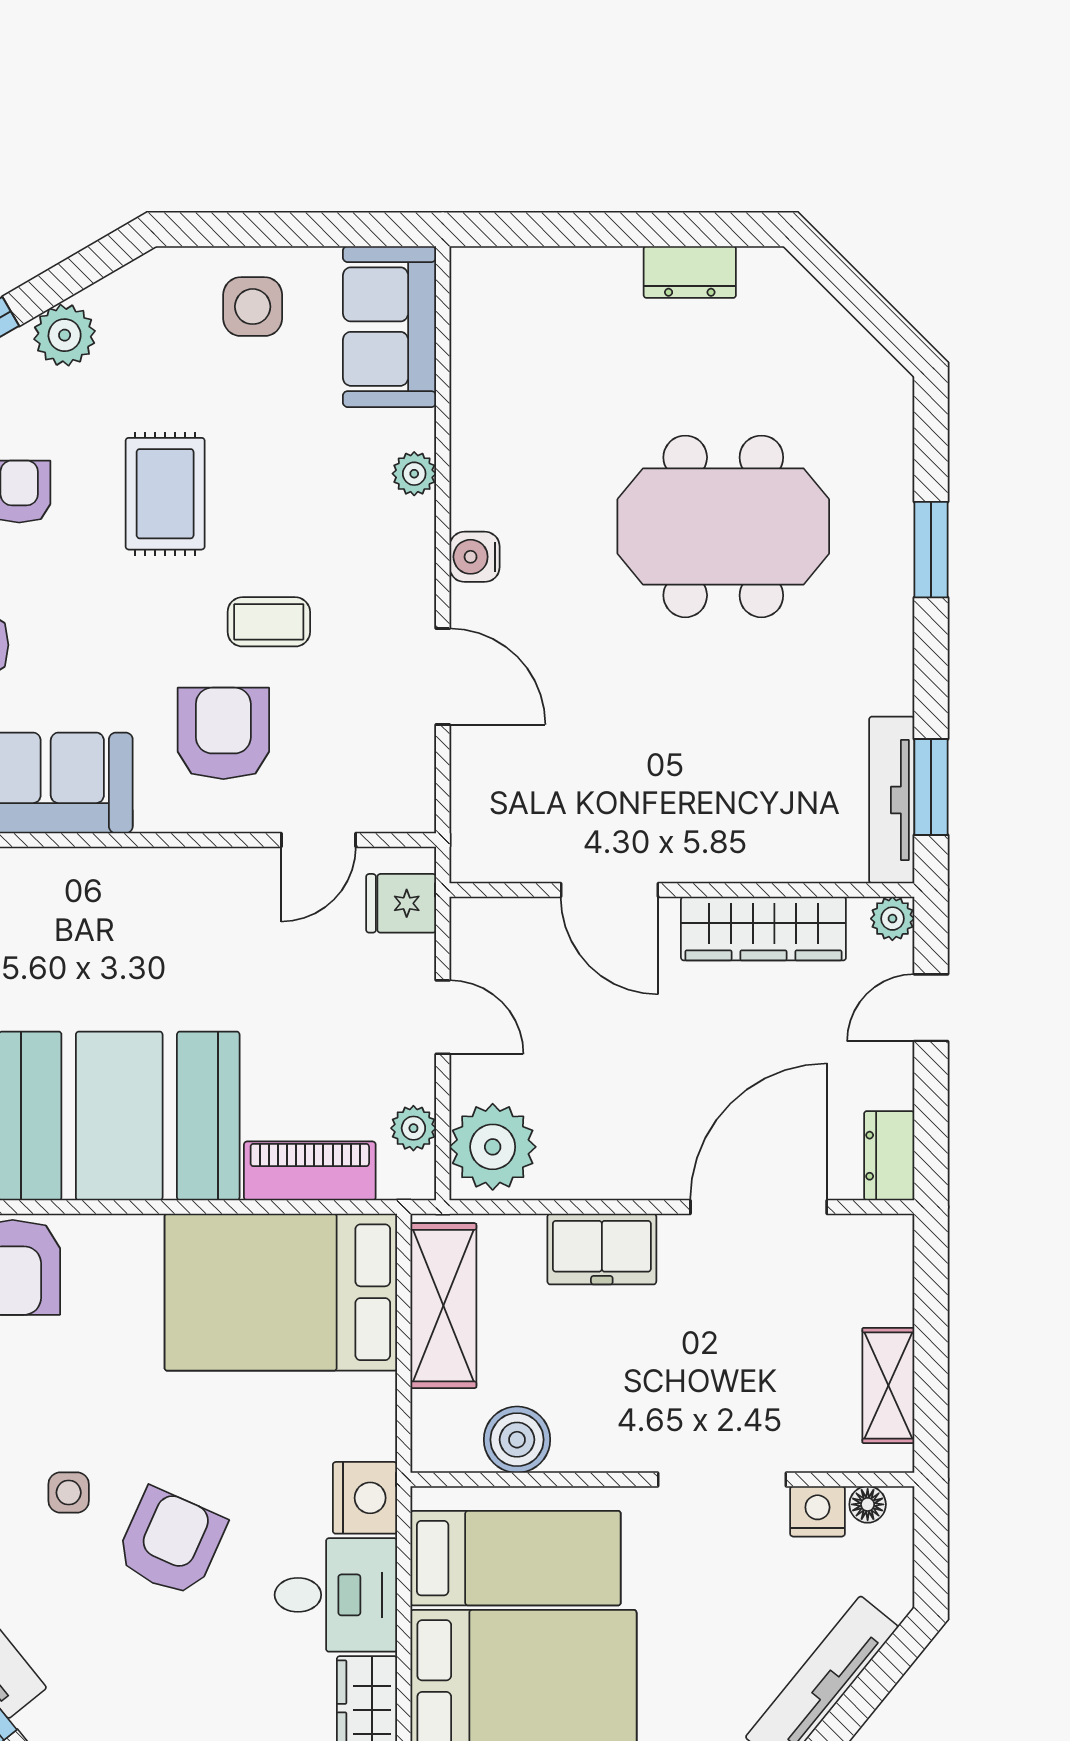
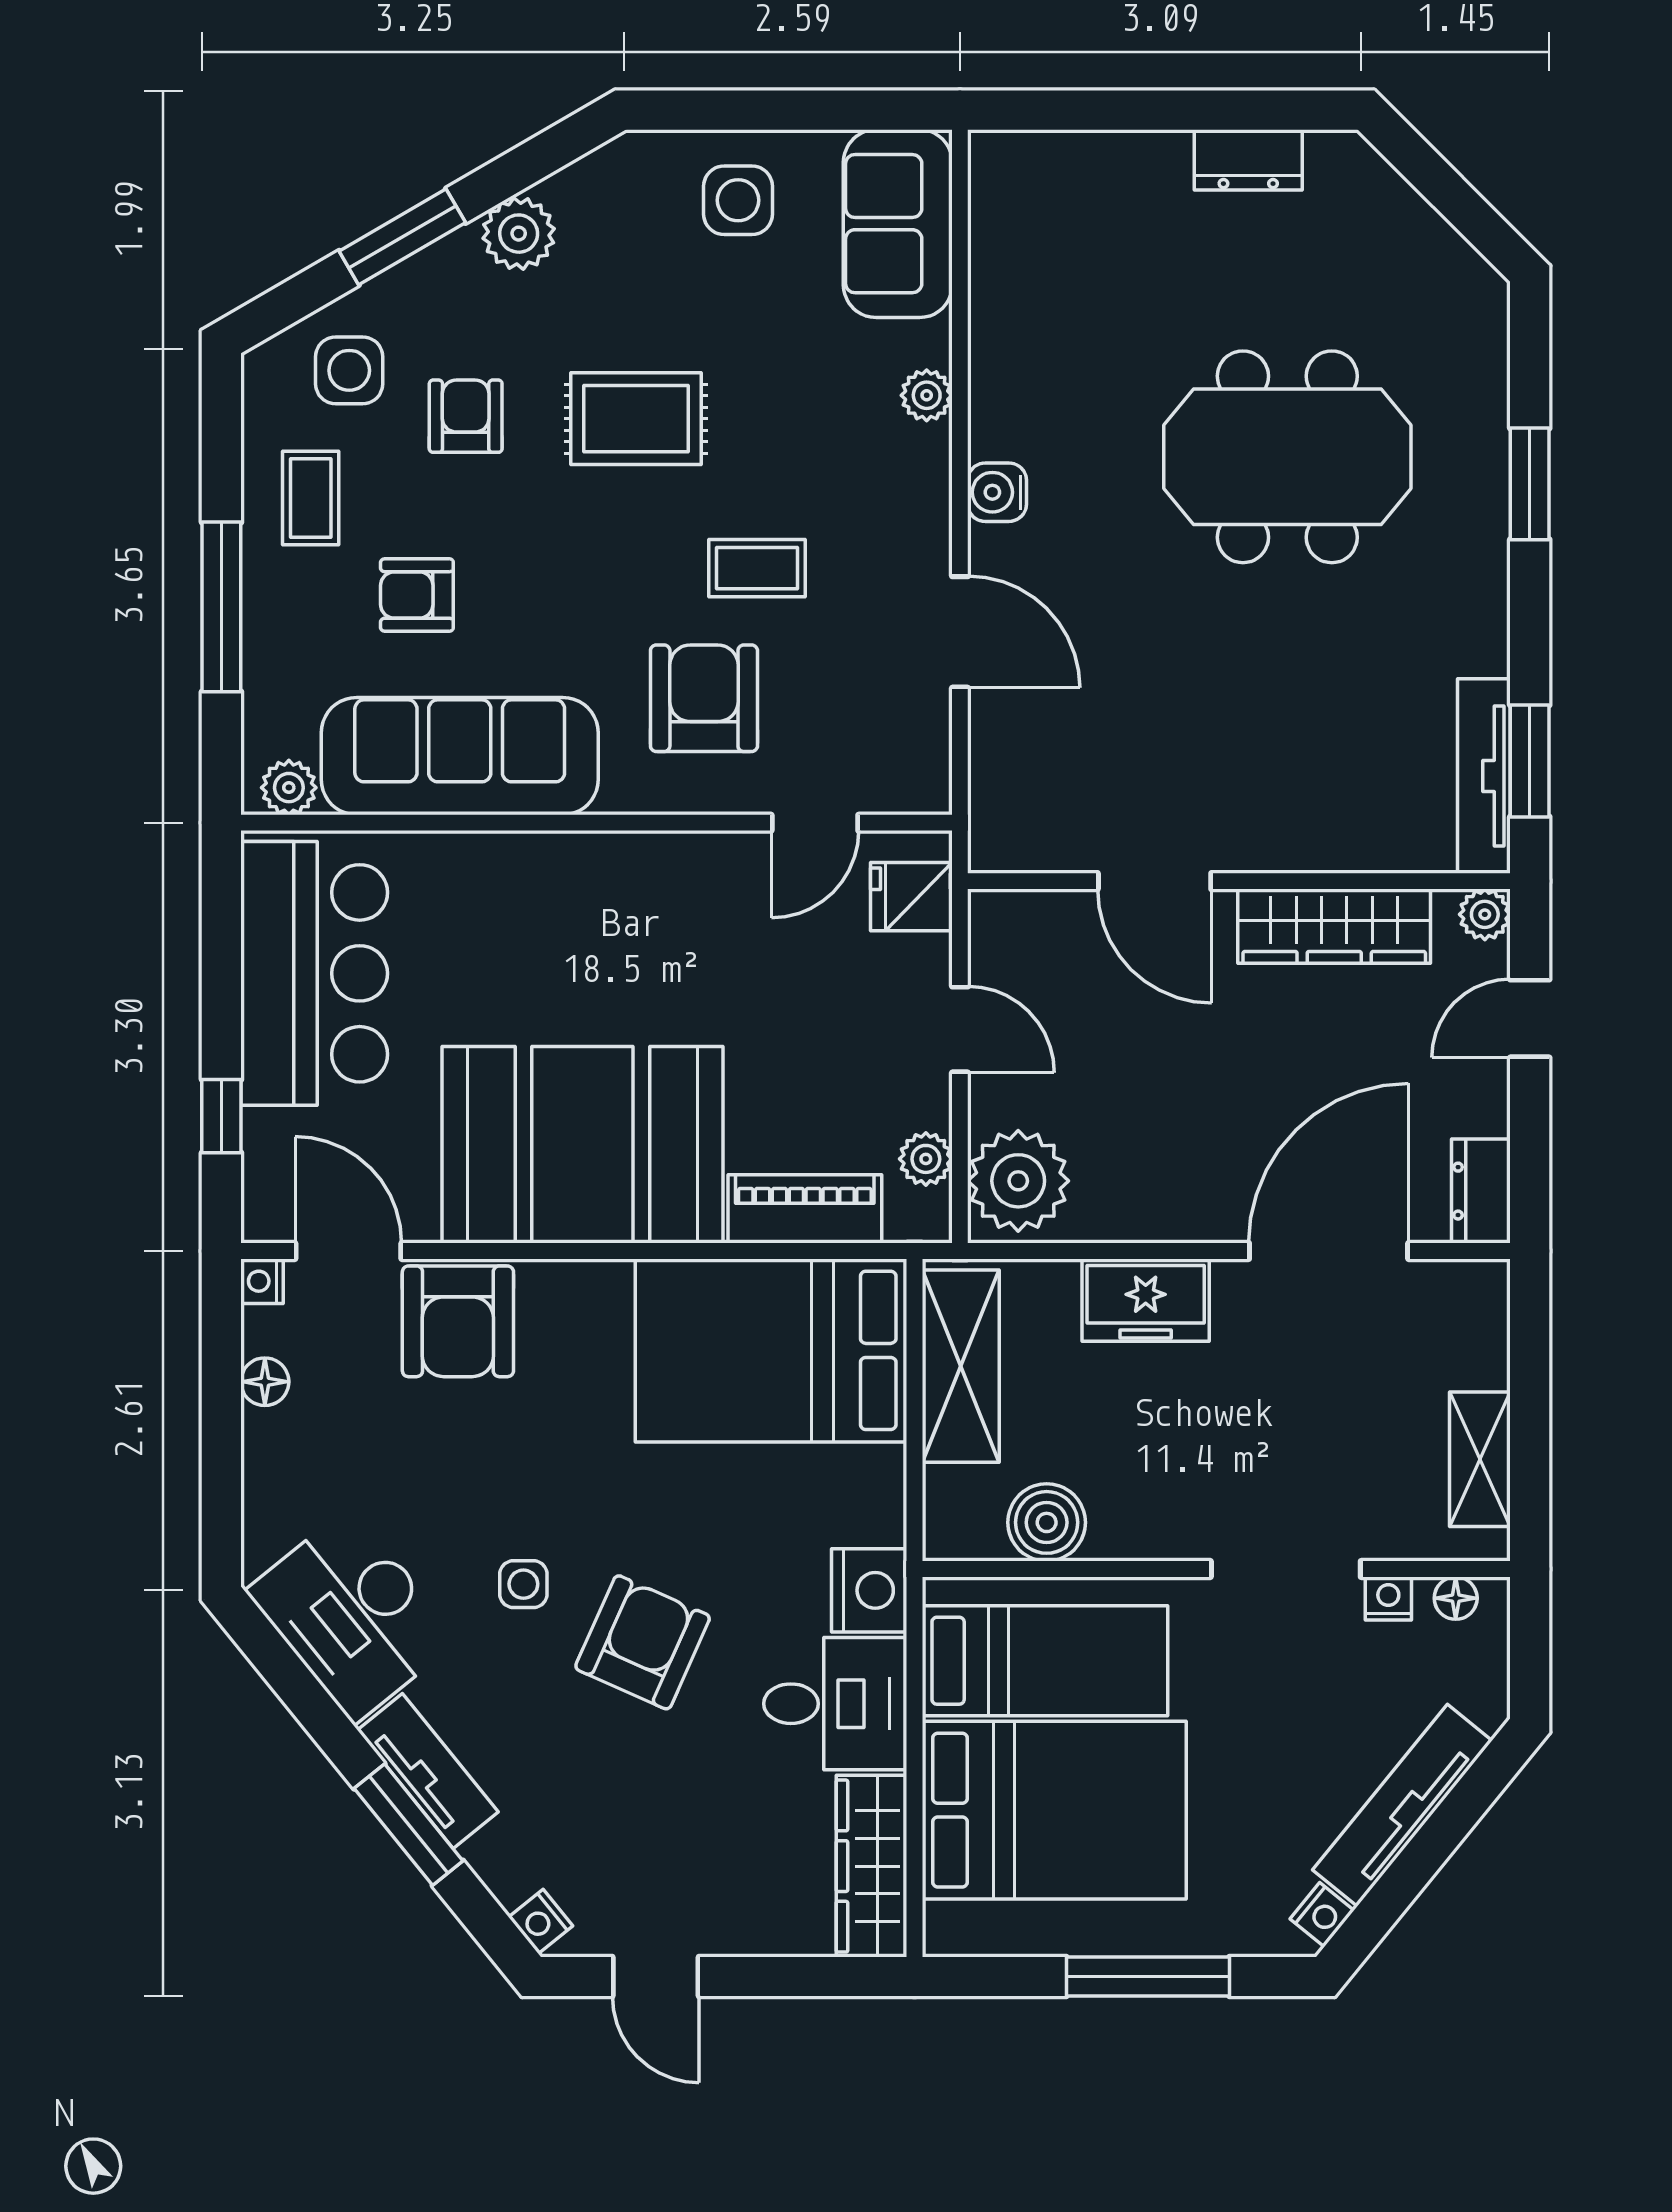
rug: (165, 494) -> (636, 419), turned 90
nightstand: (817, 1511) -> (1388, 1598), width x0.72, depth x0.74

